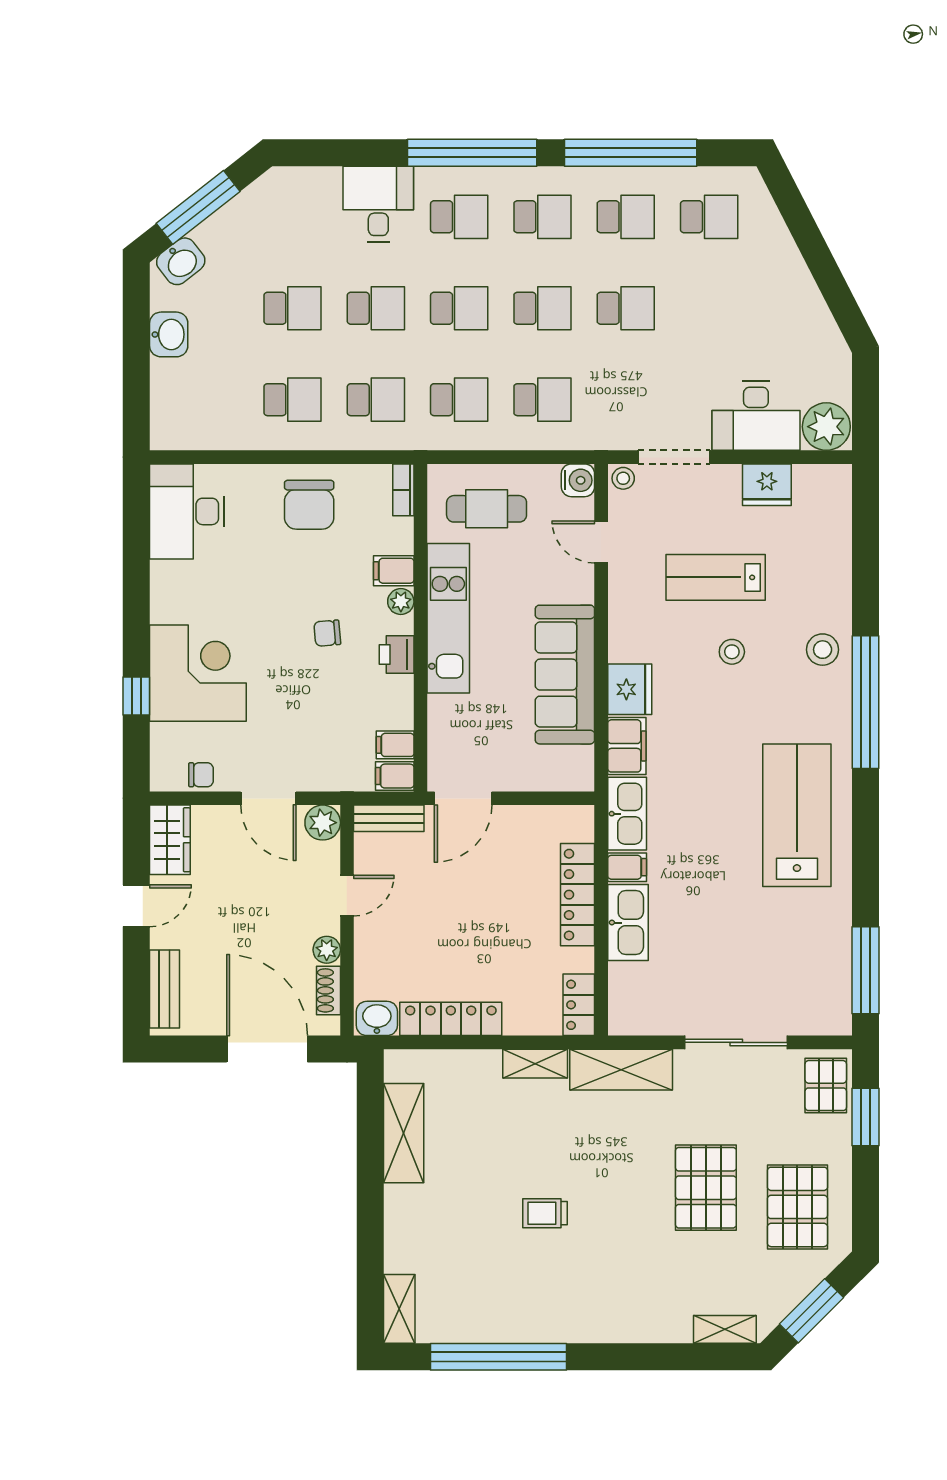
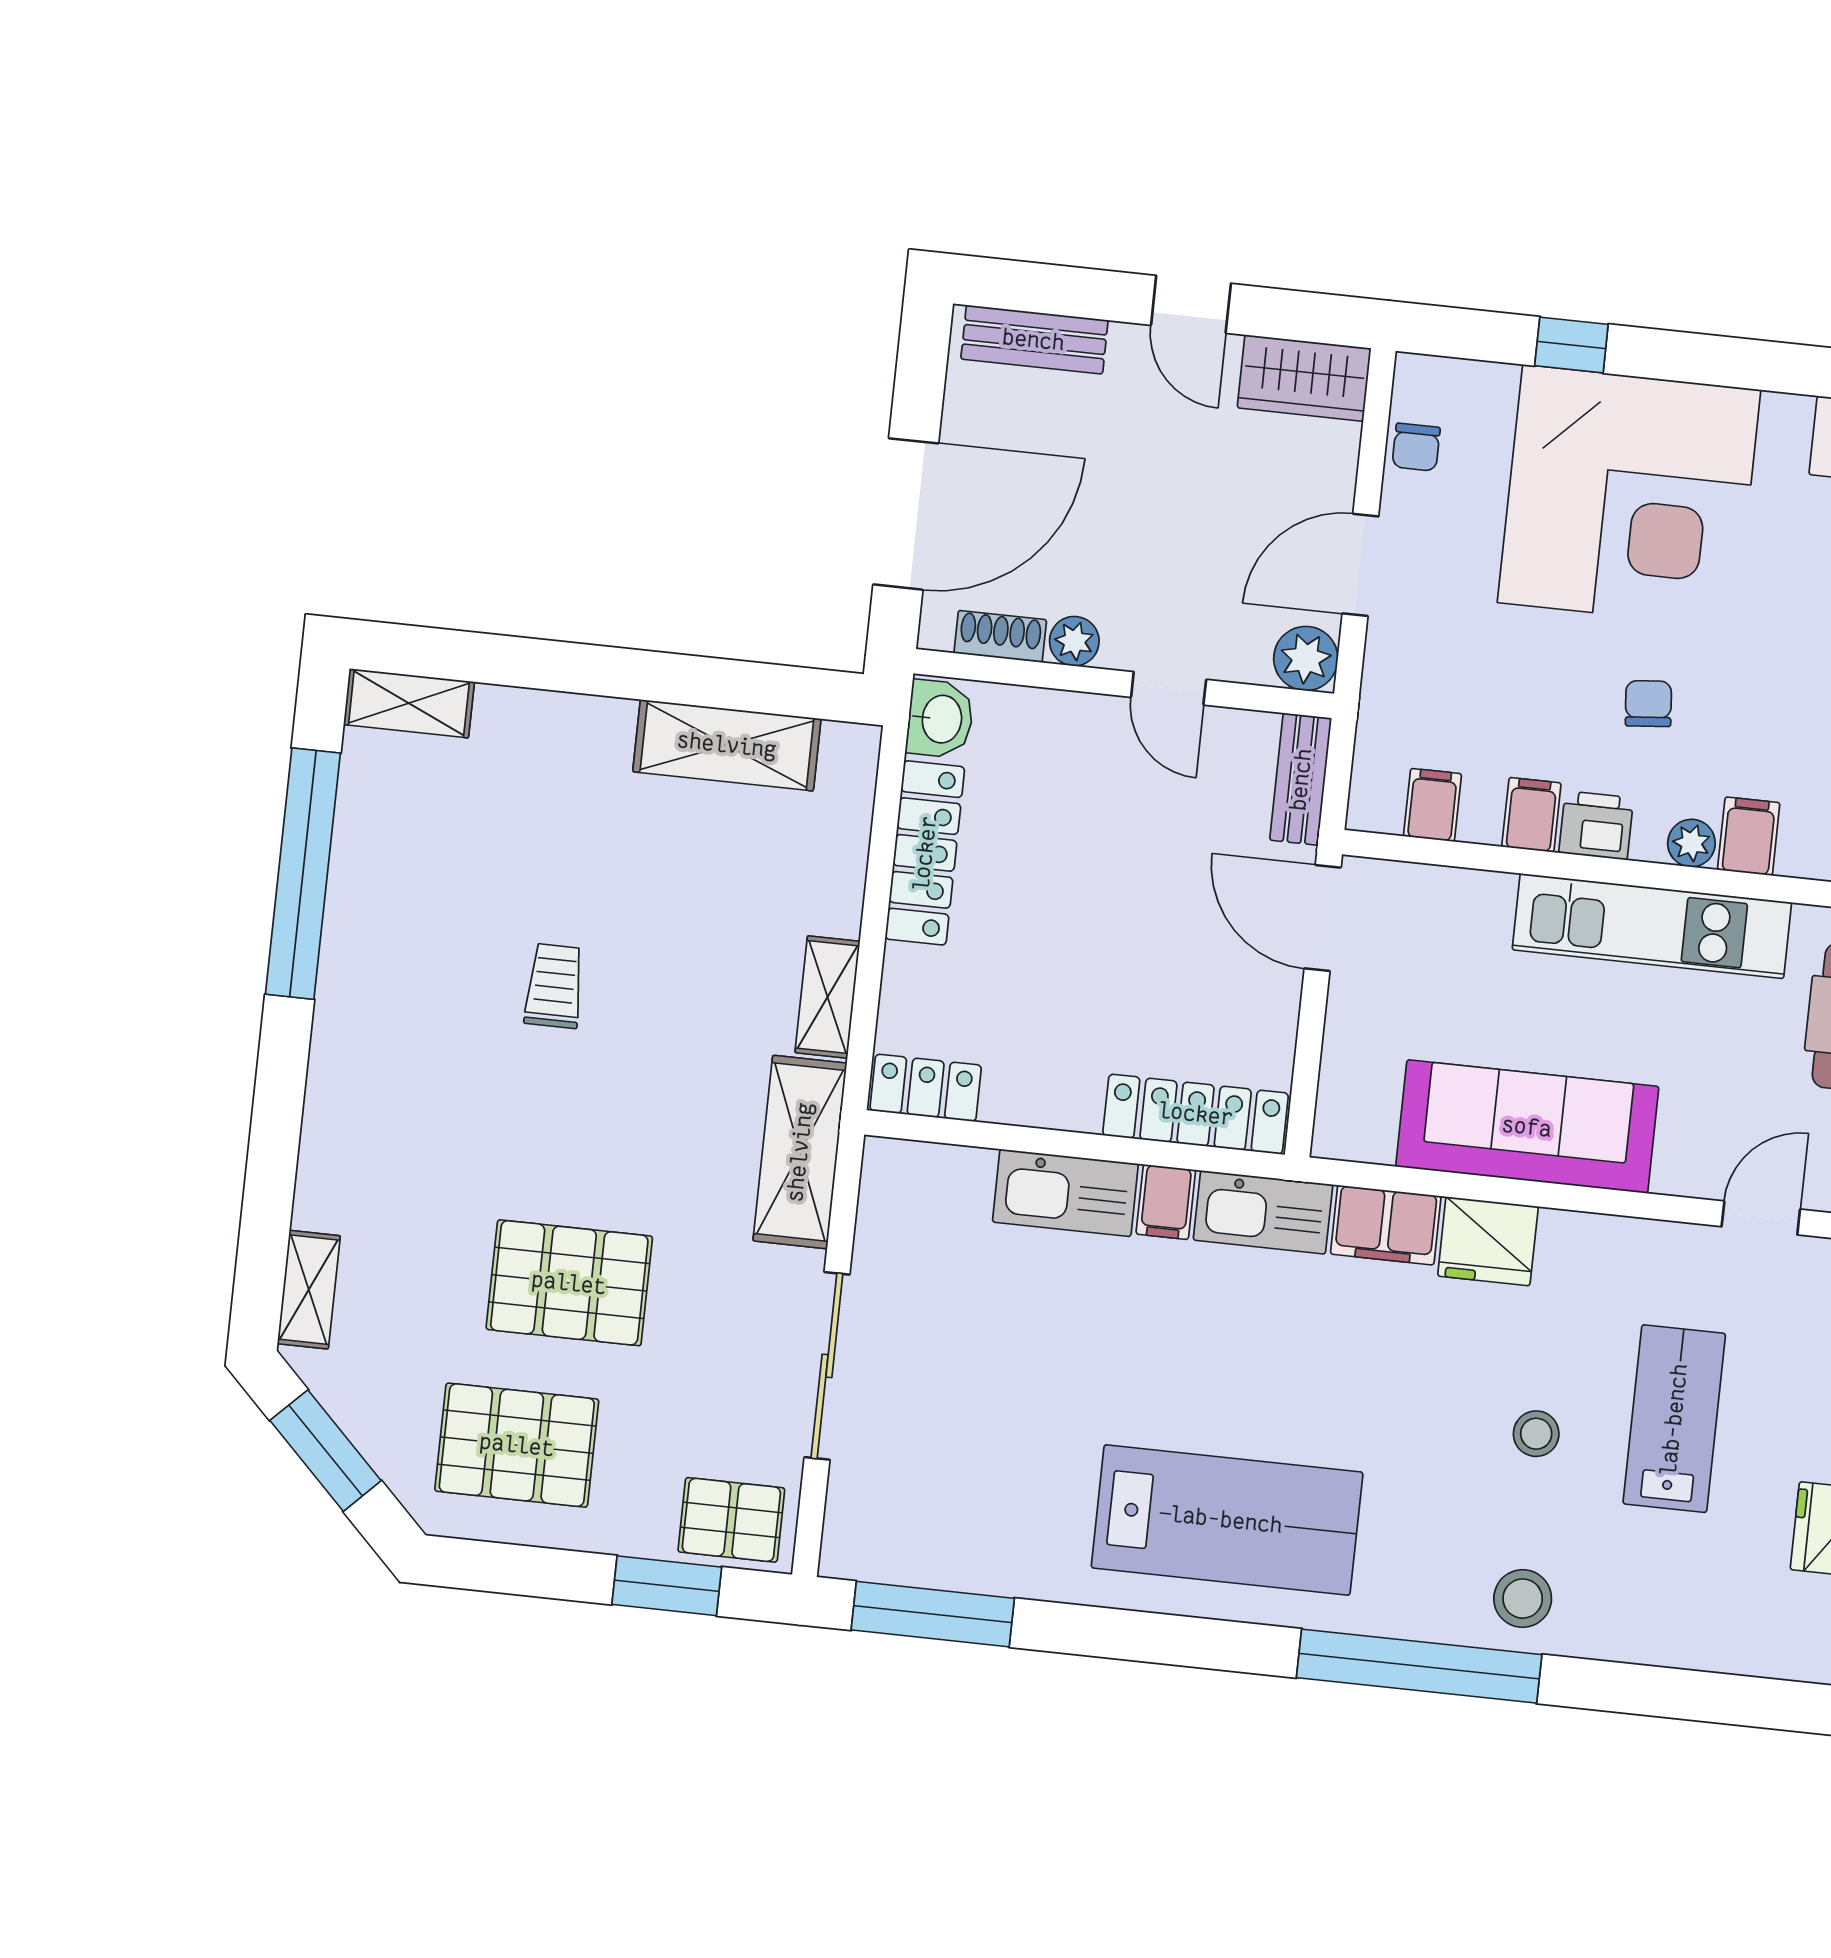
corner desk: (198, 673) -> (1629, 496), width x1.36, depth x1.36
filing cabinet: (395, 776) -> (1531, 815), moved
locker: (578, 895) -> (1196, 1114), moved

